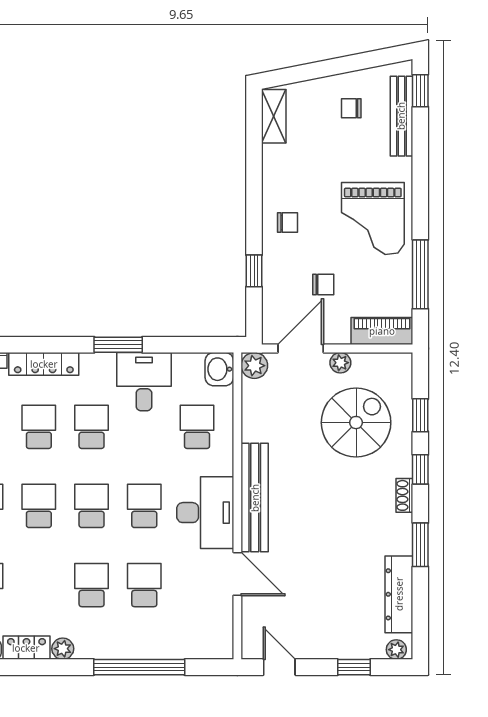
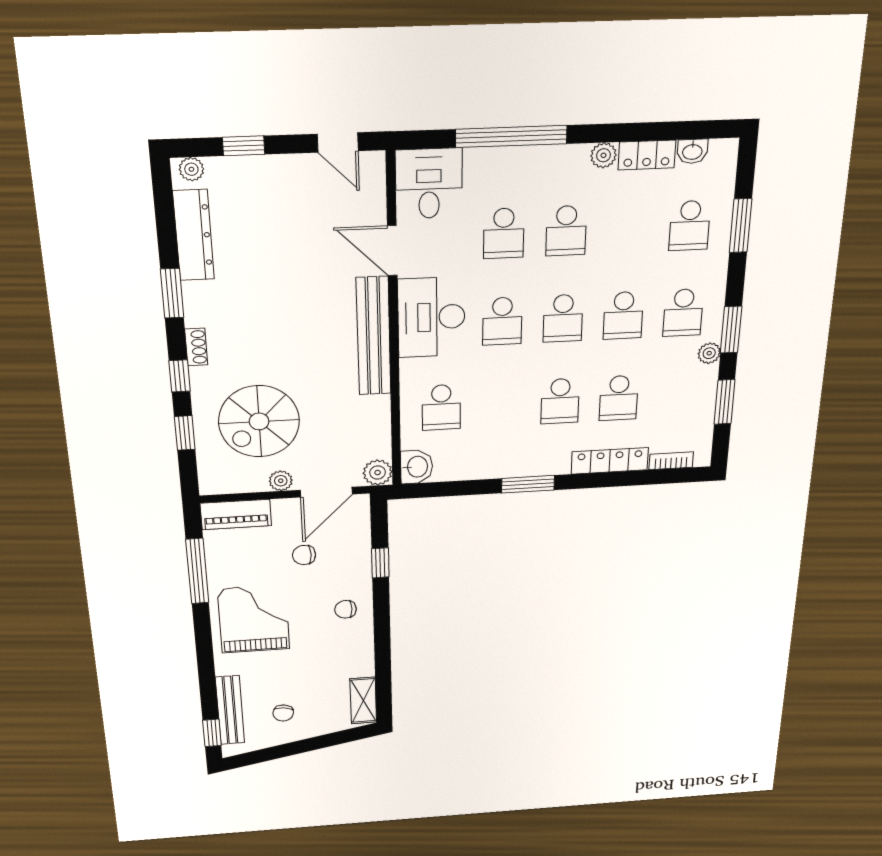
chair: (351, 108) -> (283, 713), turned 98
desk: (144, 382) -> (429, 184), moved, turned 180

